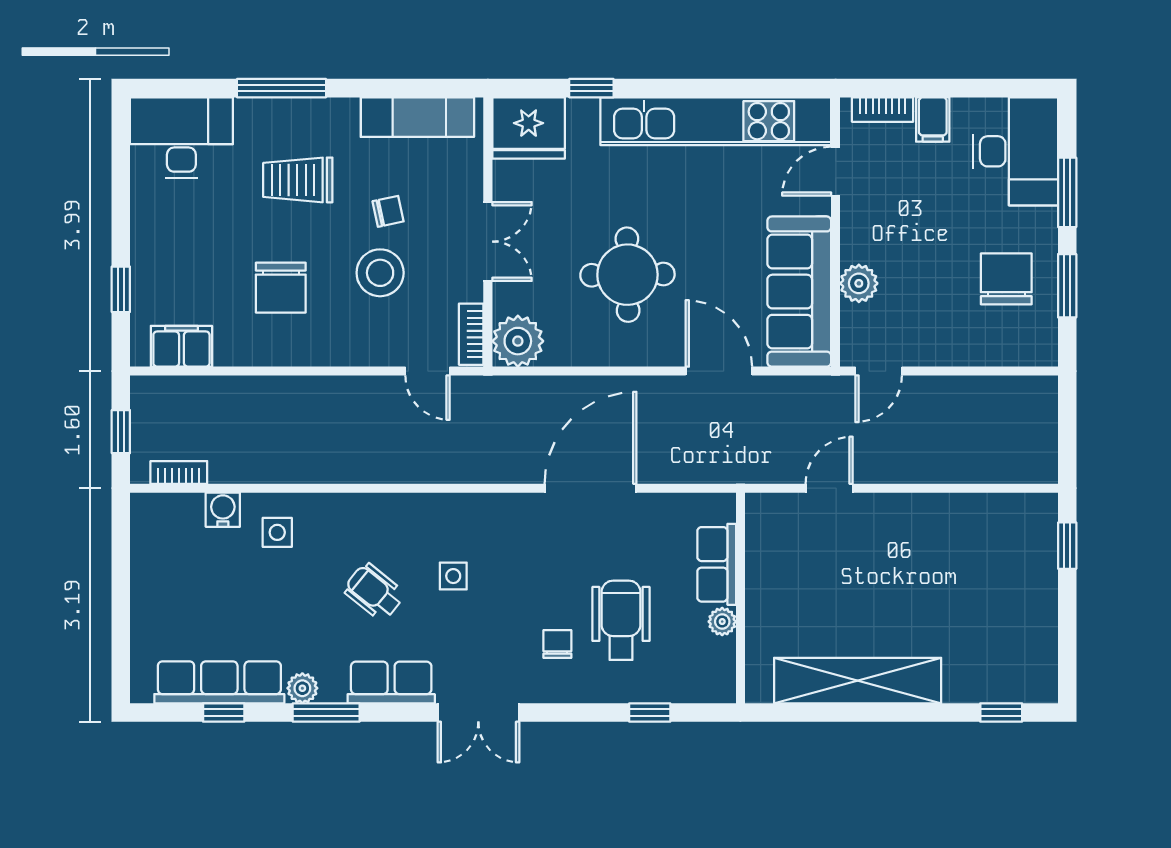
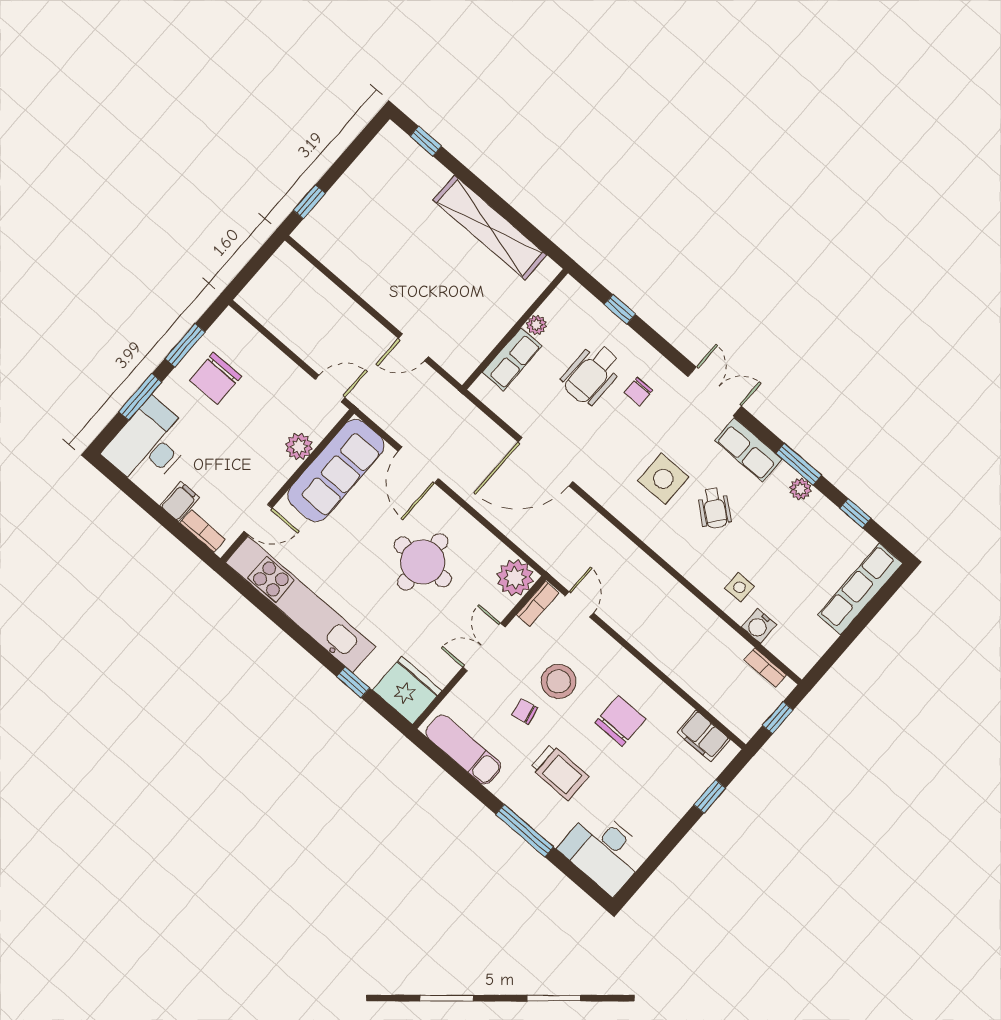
side table: (453, 576) -> (663, 479), width x1.87, depth x1.87
row of seats: (219, 682) -> (860, 589), moved, turned 90

